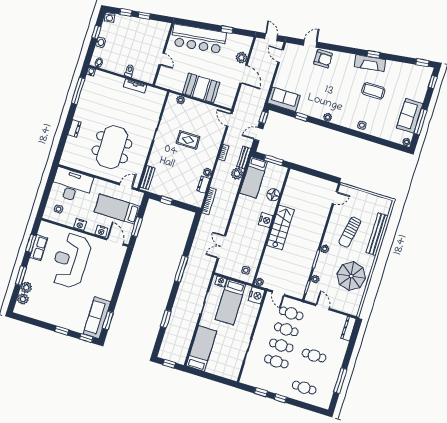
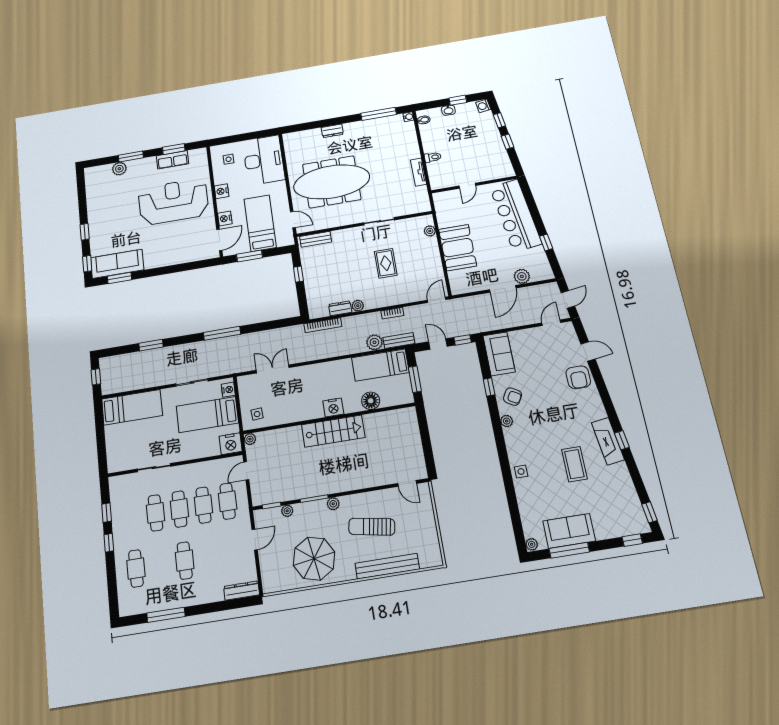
armchair: (315, 106) -> (513, 397), added
meeting table: (112, 147) -> (332, 182), width x1.36
plant: (23, 299) -> (104, 172), removed

